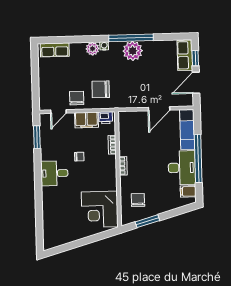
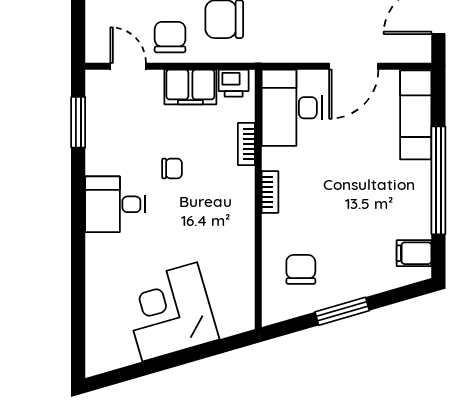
door: (58, 112) -> (128, 66), swing flipped
desk: (182, 168) -> (292, 108), moved, turned 180
corner desk: (100, 209) -> (170, 312), moved, turned 74
window: (147, 221) -> (342, 311), moved

